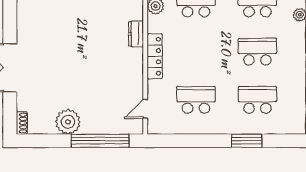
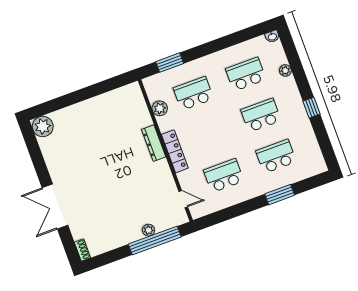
dresser: (136, 34) -> (154, 143), width x1.44
door: (145, 109) -> (183, 199), swing flipped
plant: (68, 122) -> (149, 230), moved, width x0.53, depth x0.53

